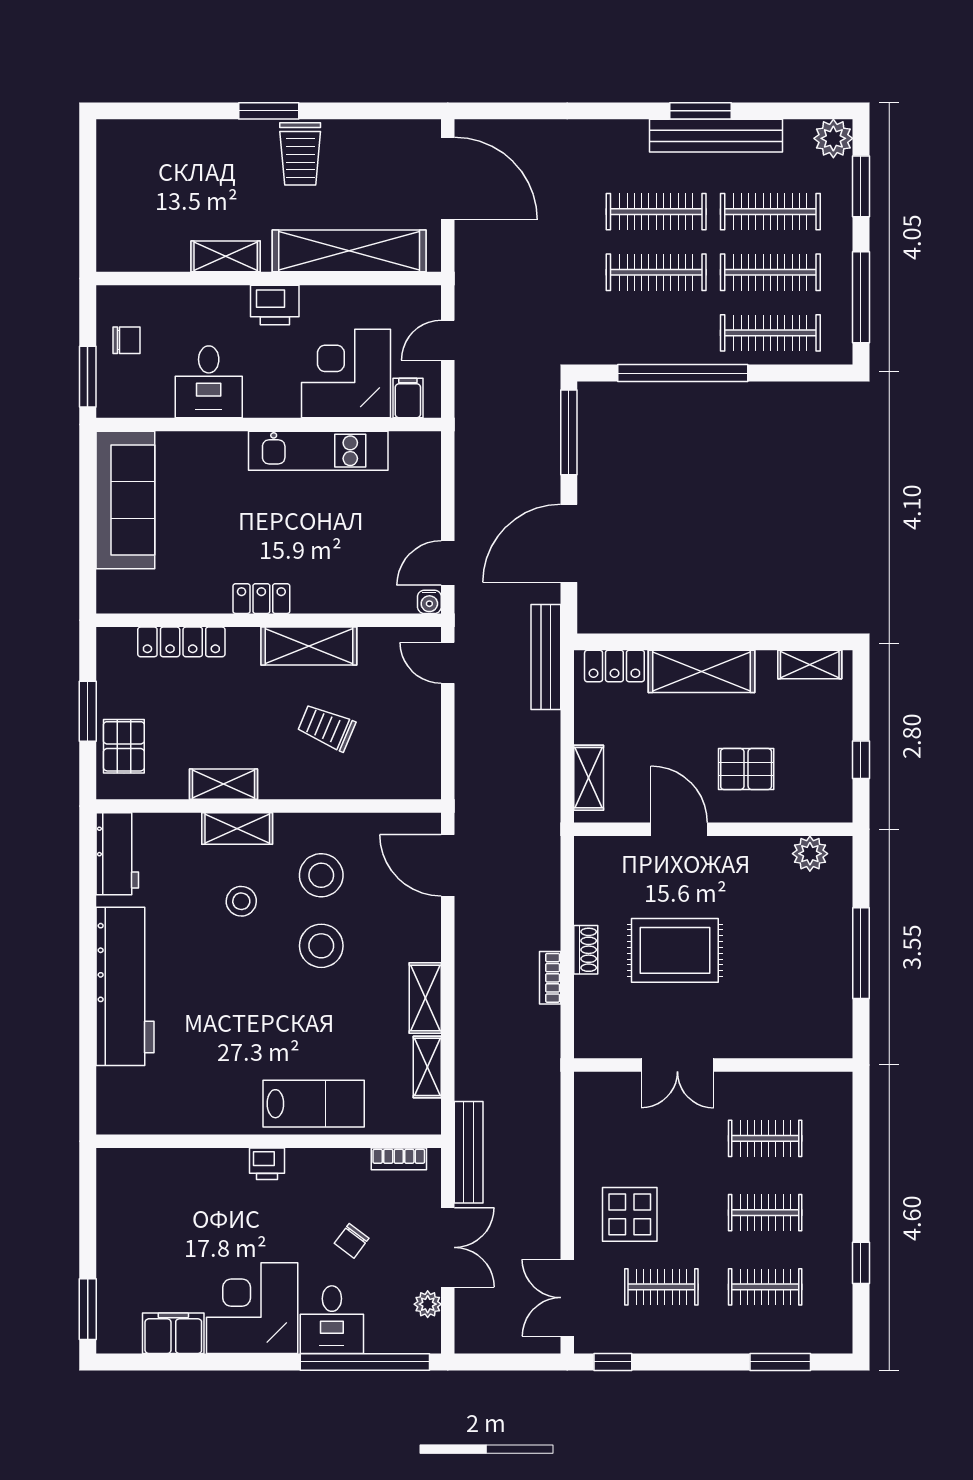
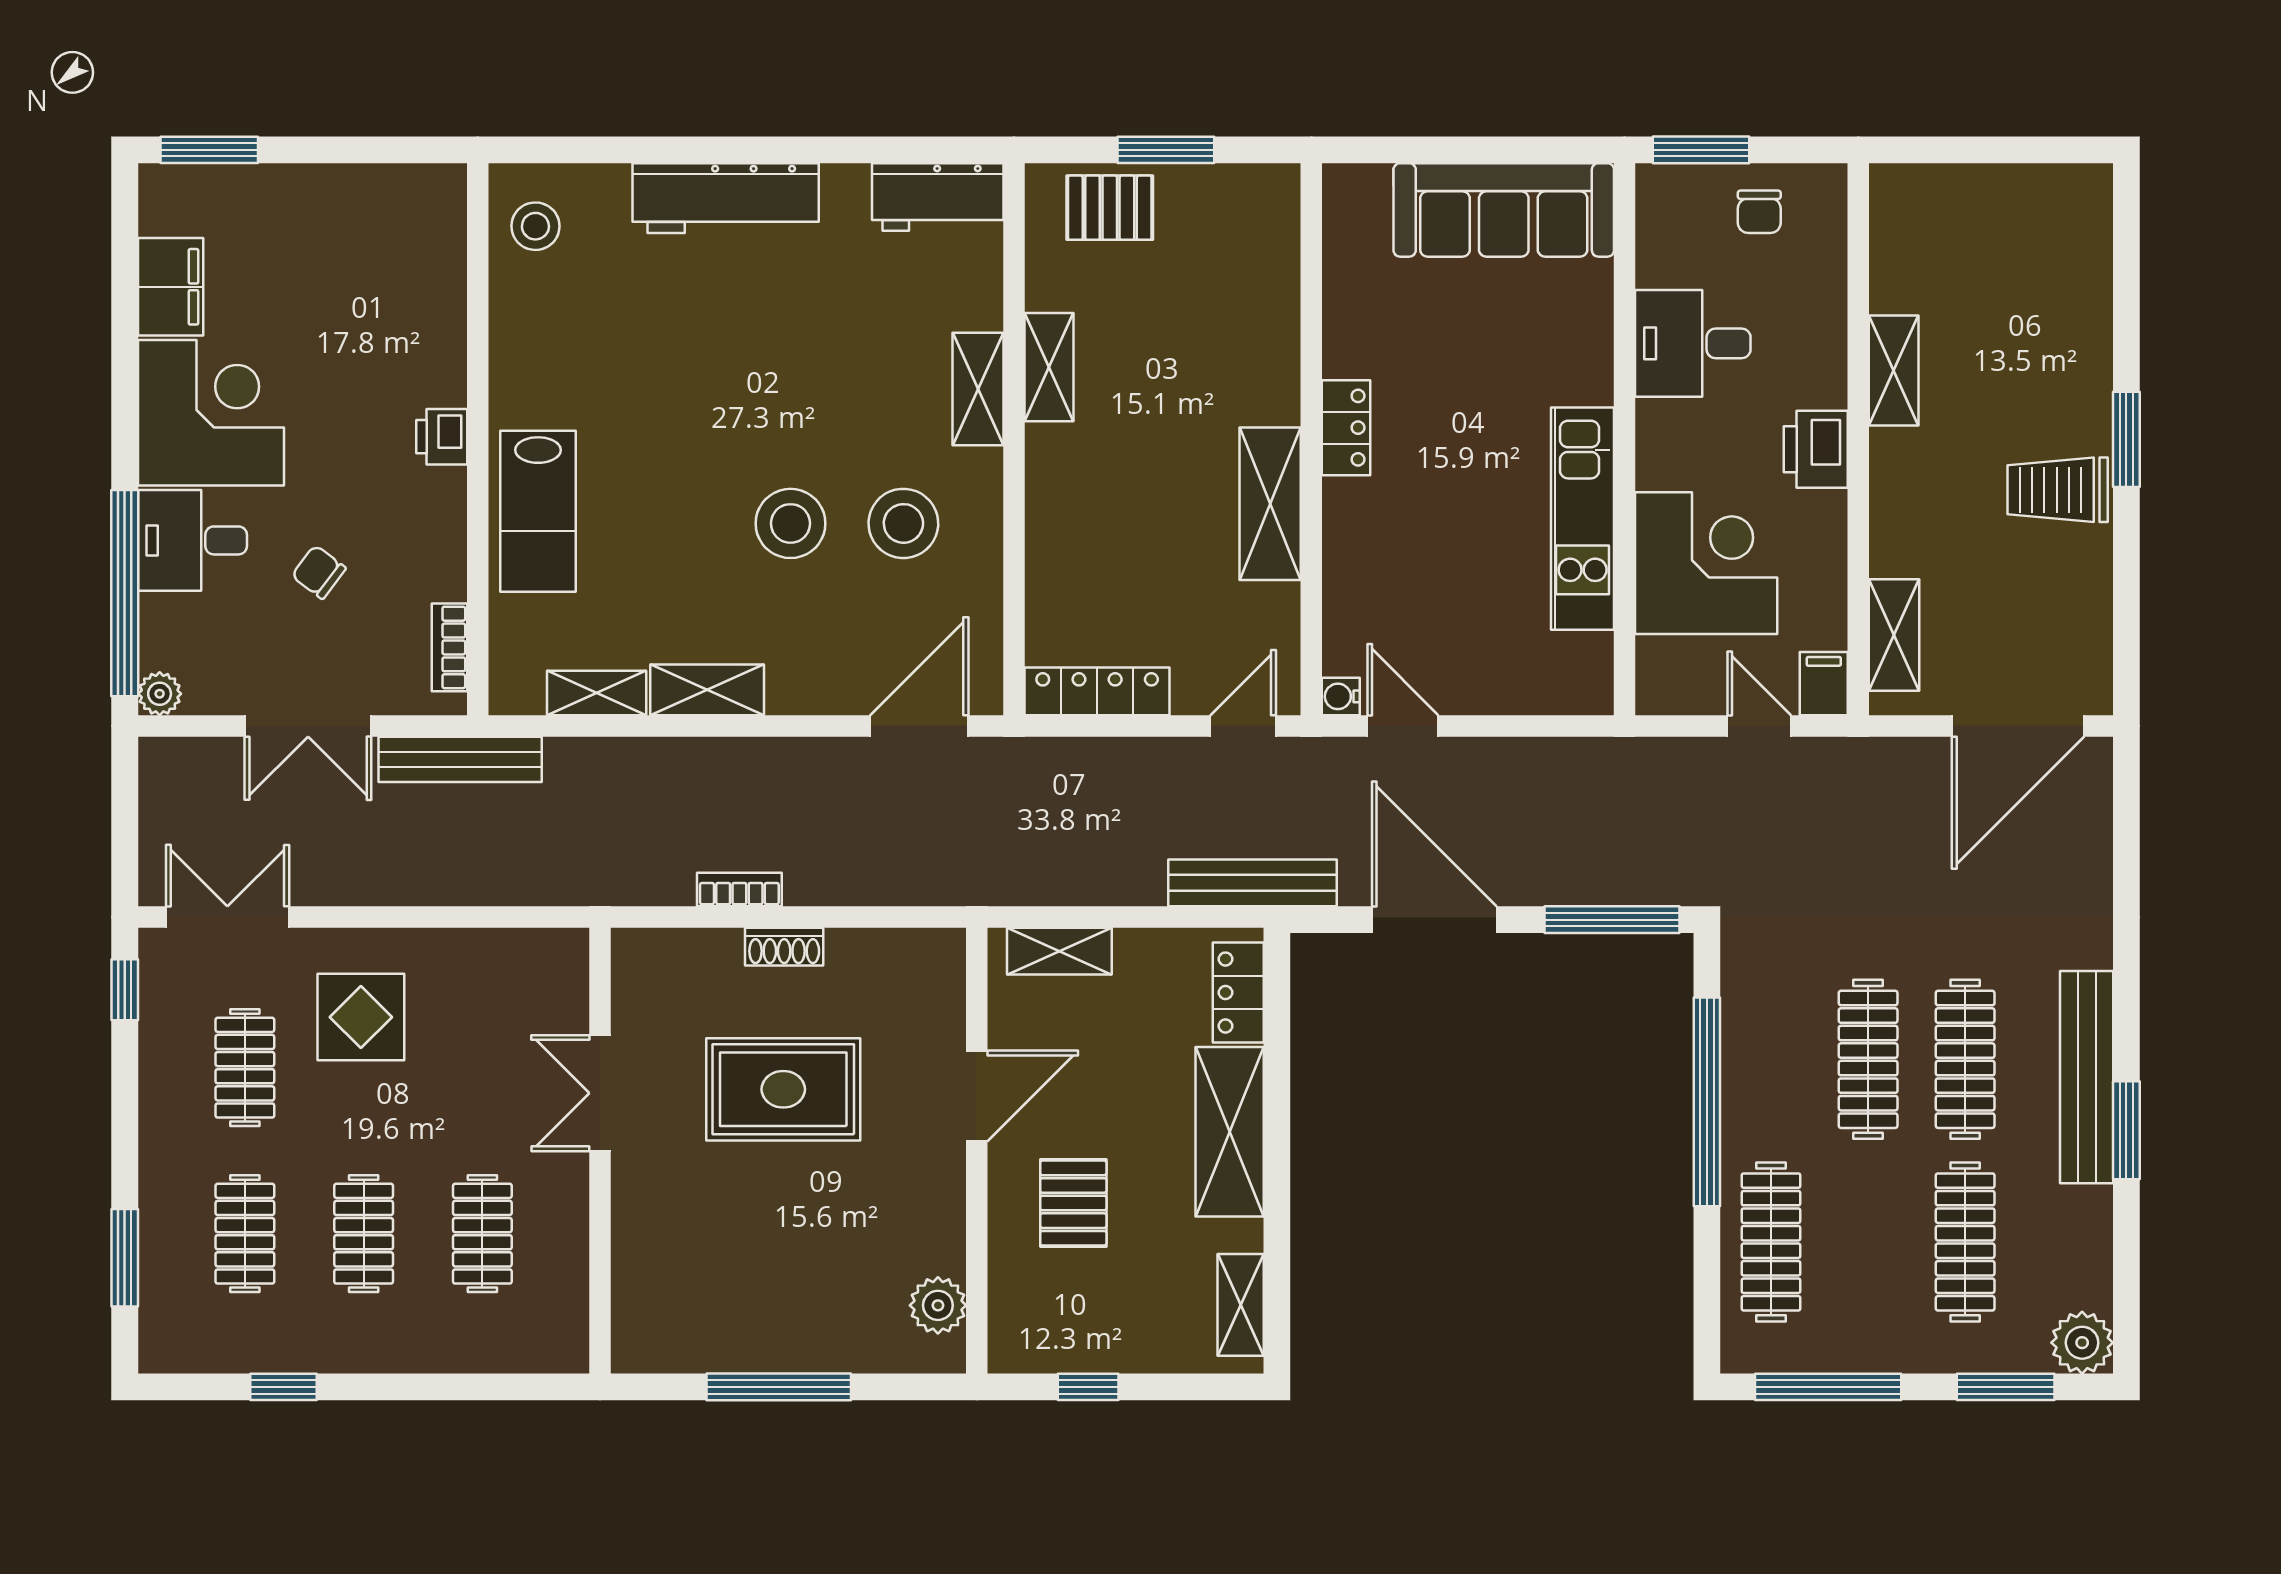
bench: (716, 136) -> (2087, 1077), moved
shelving: (349, 251) -> (1894, 635), width x0.45, depth x0.75
clothes rail: (770, 272) -> (1868, 1242), removed
filing cabinet: (408, 398) -> (1824, 684), moved, turned -90
locker: (181, 642) -> (1097, 691), moved, turned 90
trolley: (326, 727) -> (1140, 532), removed
stool: (241, 901) -> (535, 226), moved
rug: (675, 950) -> (783, 1089), turned 90
workbench: (125, 986) -> (726, 198), width x0.73, depth x0.76
plant: (428, 1304) -> (160, 694), moved

